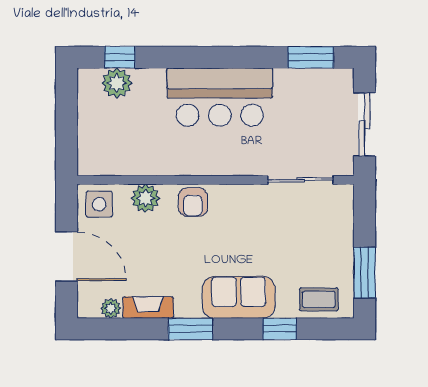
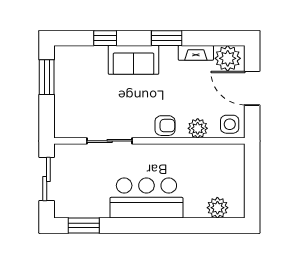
window: (120, 57) -> (215, 226), removed
sliding door: (300, 180) -> (110, 141), moved
armchair: (193, 202) -> (165, 126), turned 90
coffee table: (319, 299) -> (78, 58), removed
plant: (111, 308) -> (228, 58), width x1.88, depth x1.88

